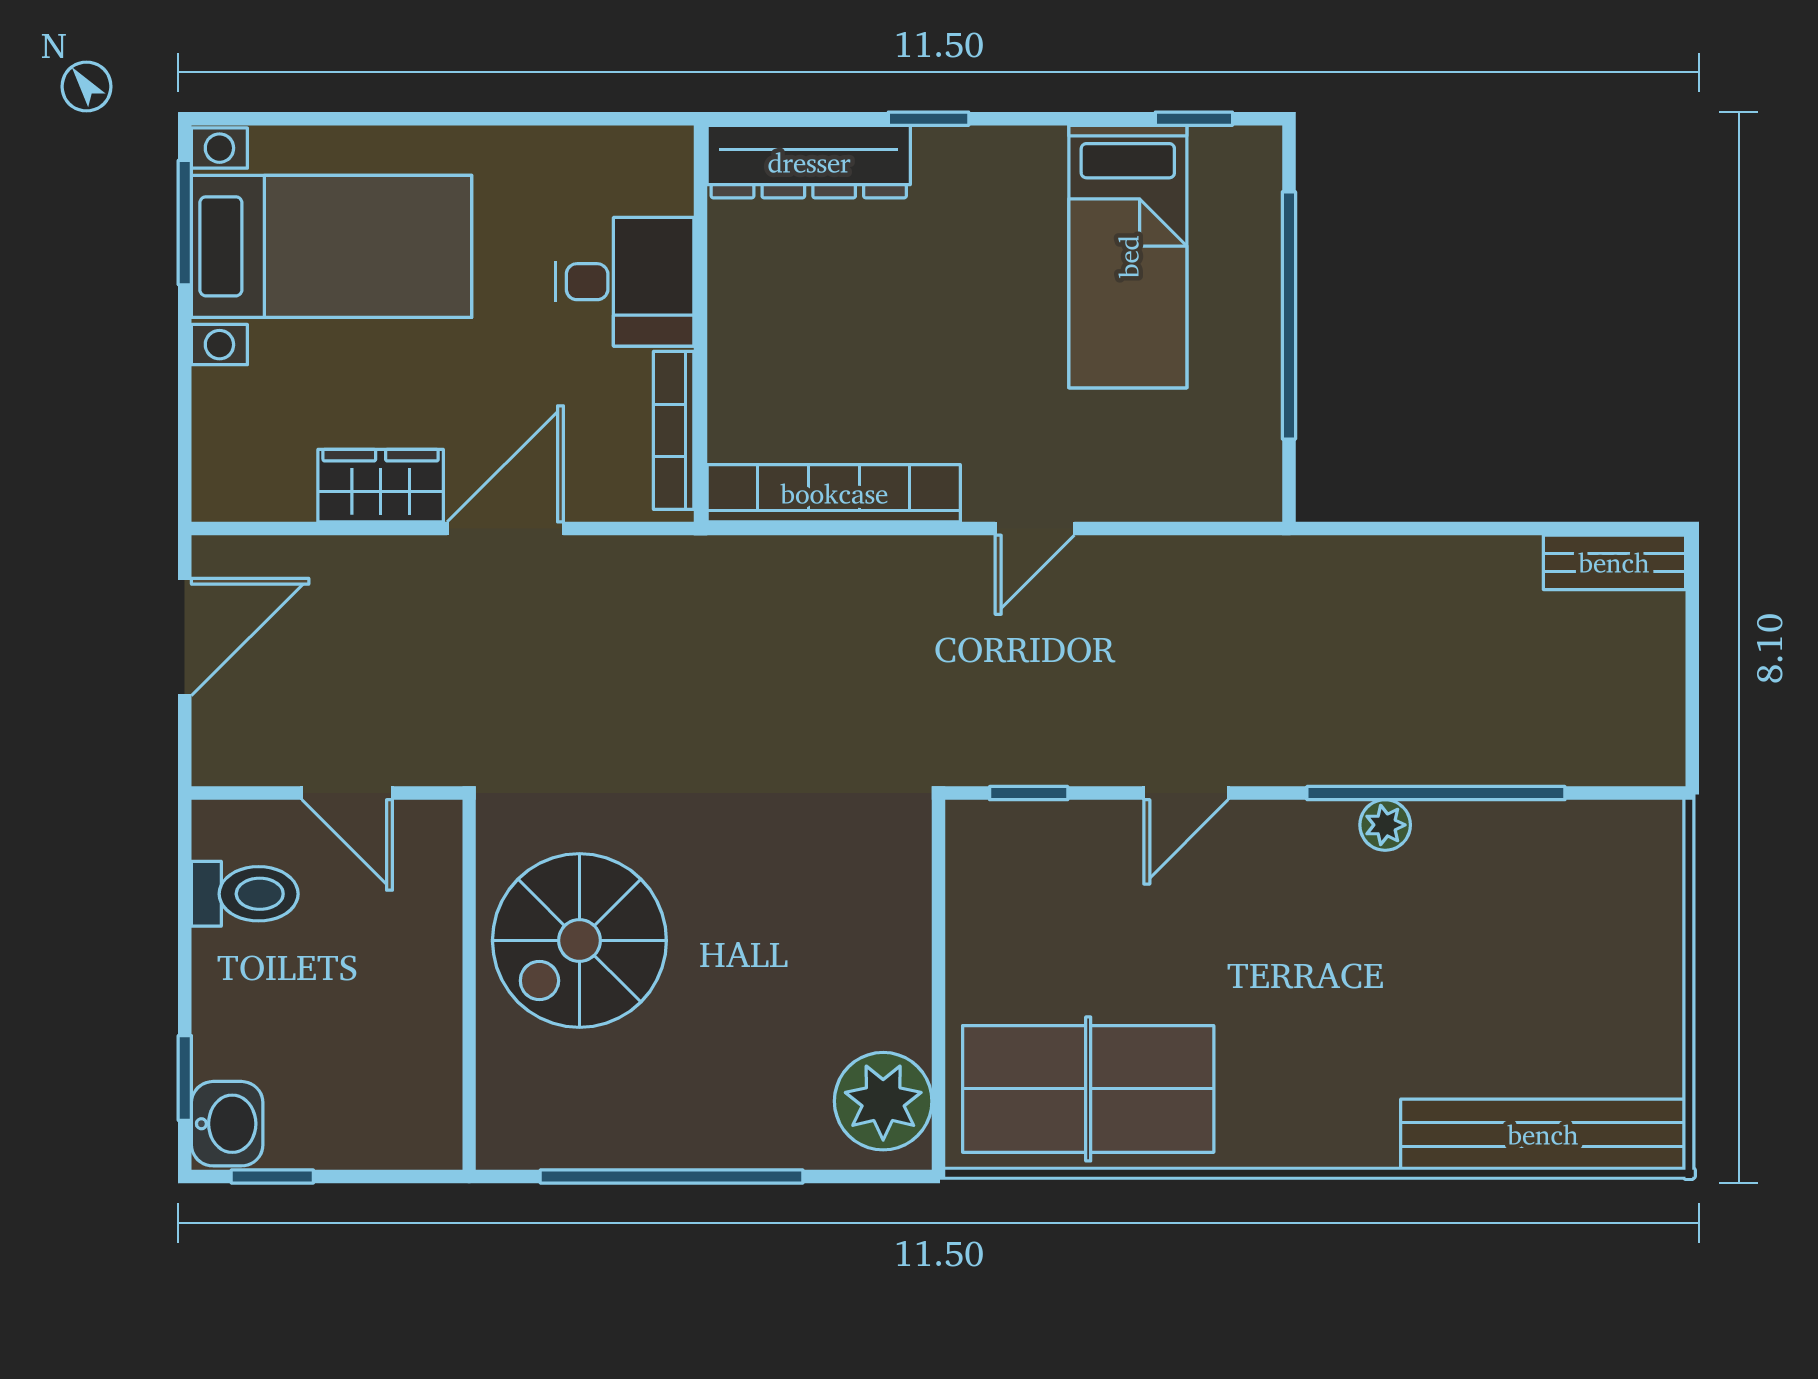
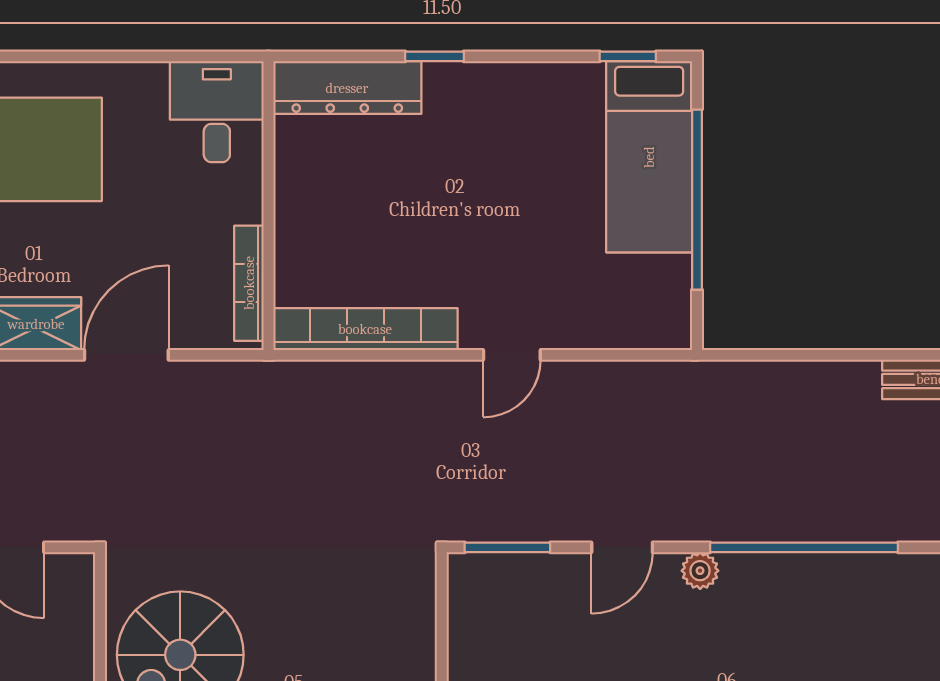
bed: (1128, 257) -> (649, 157), moved
desk: (625, 282) -> (217, 112), moved, turned -90
window: (1029, 793) -> (507, 547), width x1.50
plant: (1385, 825) -> (700, 571), moved

